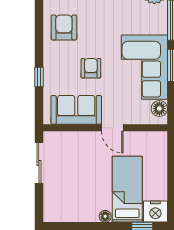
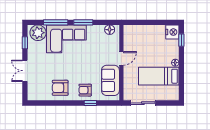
corner sofa: (144, 67) -> (66, 39), moved
armchair: (91, 68) -> (85, 90), moved
bed: (127, 189) -> (159, 76), moved

